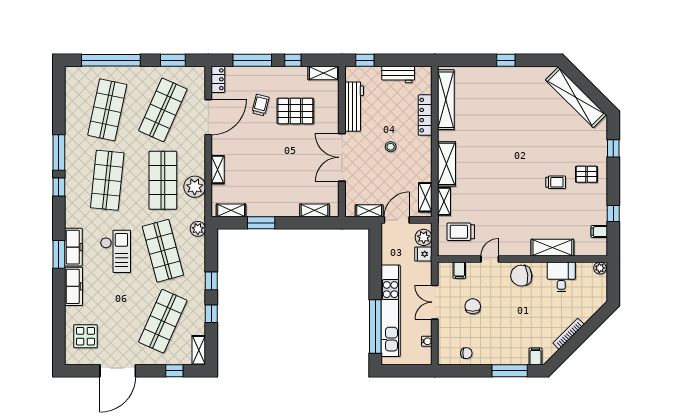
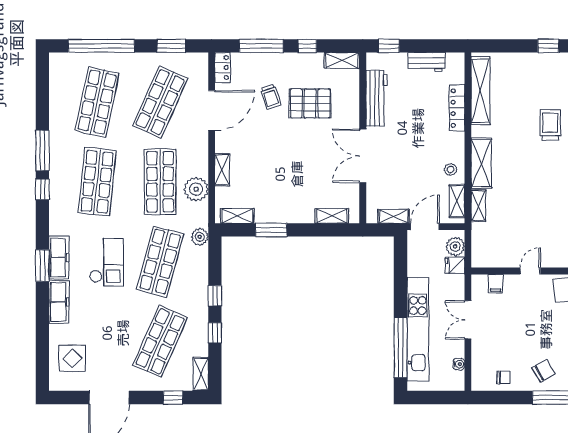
trolley: (260, 105) -> (271, 97), turned 148
stool: (391, 147) -> (451, 170), moved
trolley: (461, 232) -> (550, 125), moved, turned 90
shop shelf: (163, 251) -> (160, 262), turned 30
chair: (473, 306) -> (544, 371), moved, turned 60

